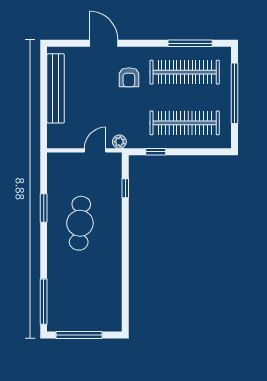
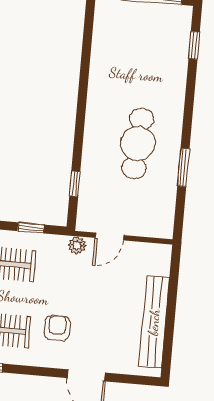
window: (44, 302) -> (194, 45), width x0.46

